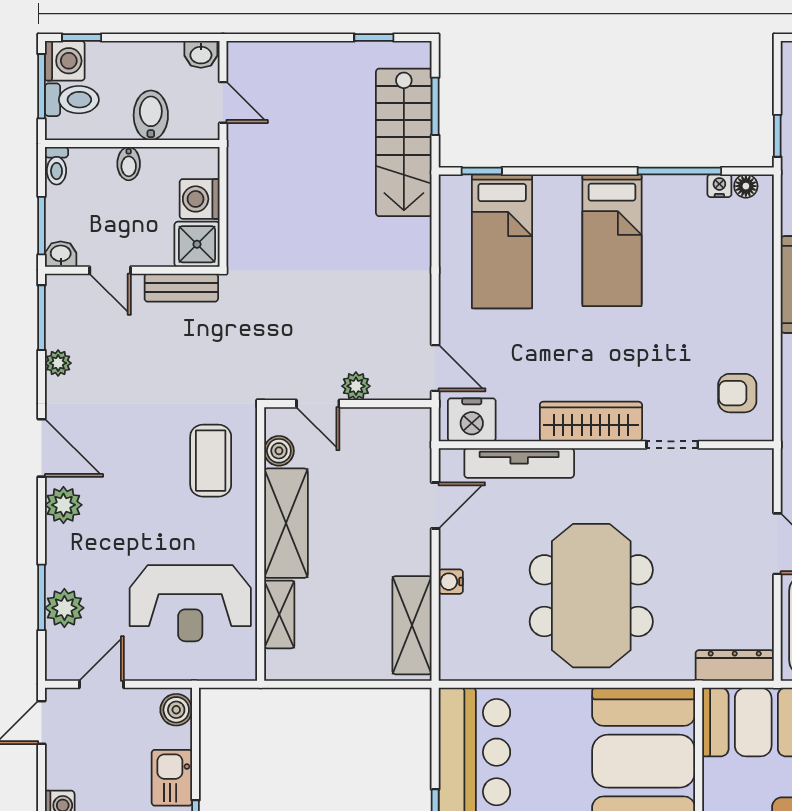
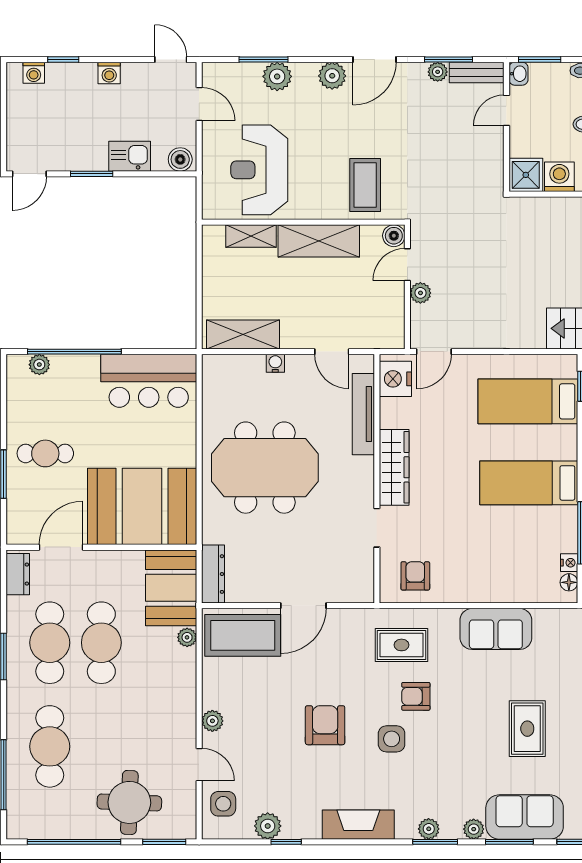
bench: (181, 288) -> (477, 72), moved, turned 90
window: (42, 318) -> (449, 60), moved
boiler: (279, 451) -> (394, 236), moved
coffee table: (211, 461) -> (365, 185), turned 90
plant: (64, 608) -> (277, 76), moved

